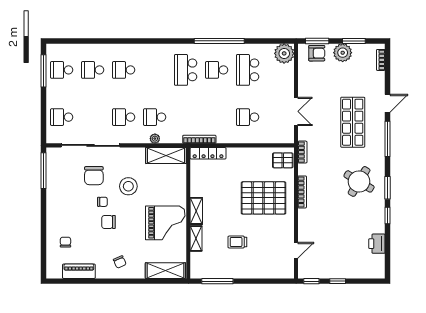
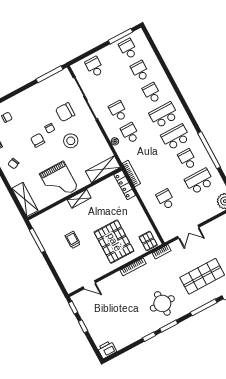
school desk: (155, 70) -> (164, 115), added
shelving: (166, 156) -> (103, 169), moved, turned 90
round table: (359, 181) -> (162, 303), turned -31
shelving: (196, 238) -> (59, 209), removed
printer: (377, 244) -> (107, 350), moved

